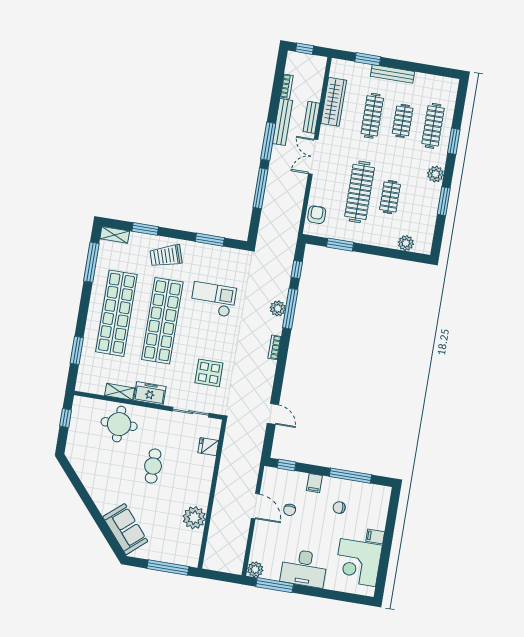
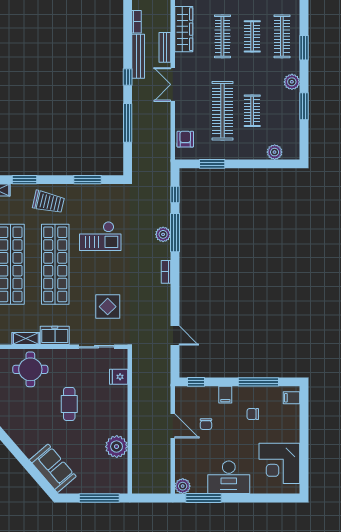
window: (268, 141) -> (128, 77), width x0.46
trolley: (166, 256) -> (48, 202), turned -149
checkout: (213, 299) -> (100, 236), turned 180
filing cabinet: (375, 536) -> (292, 398), moved

